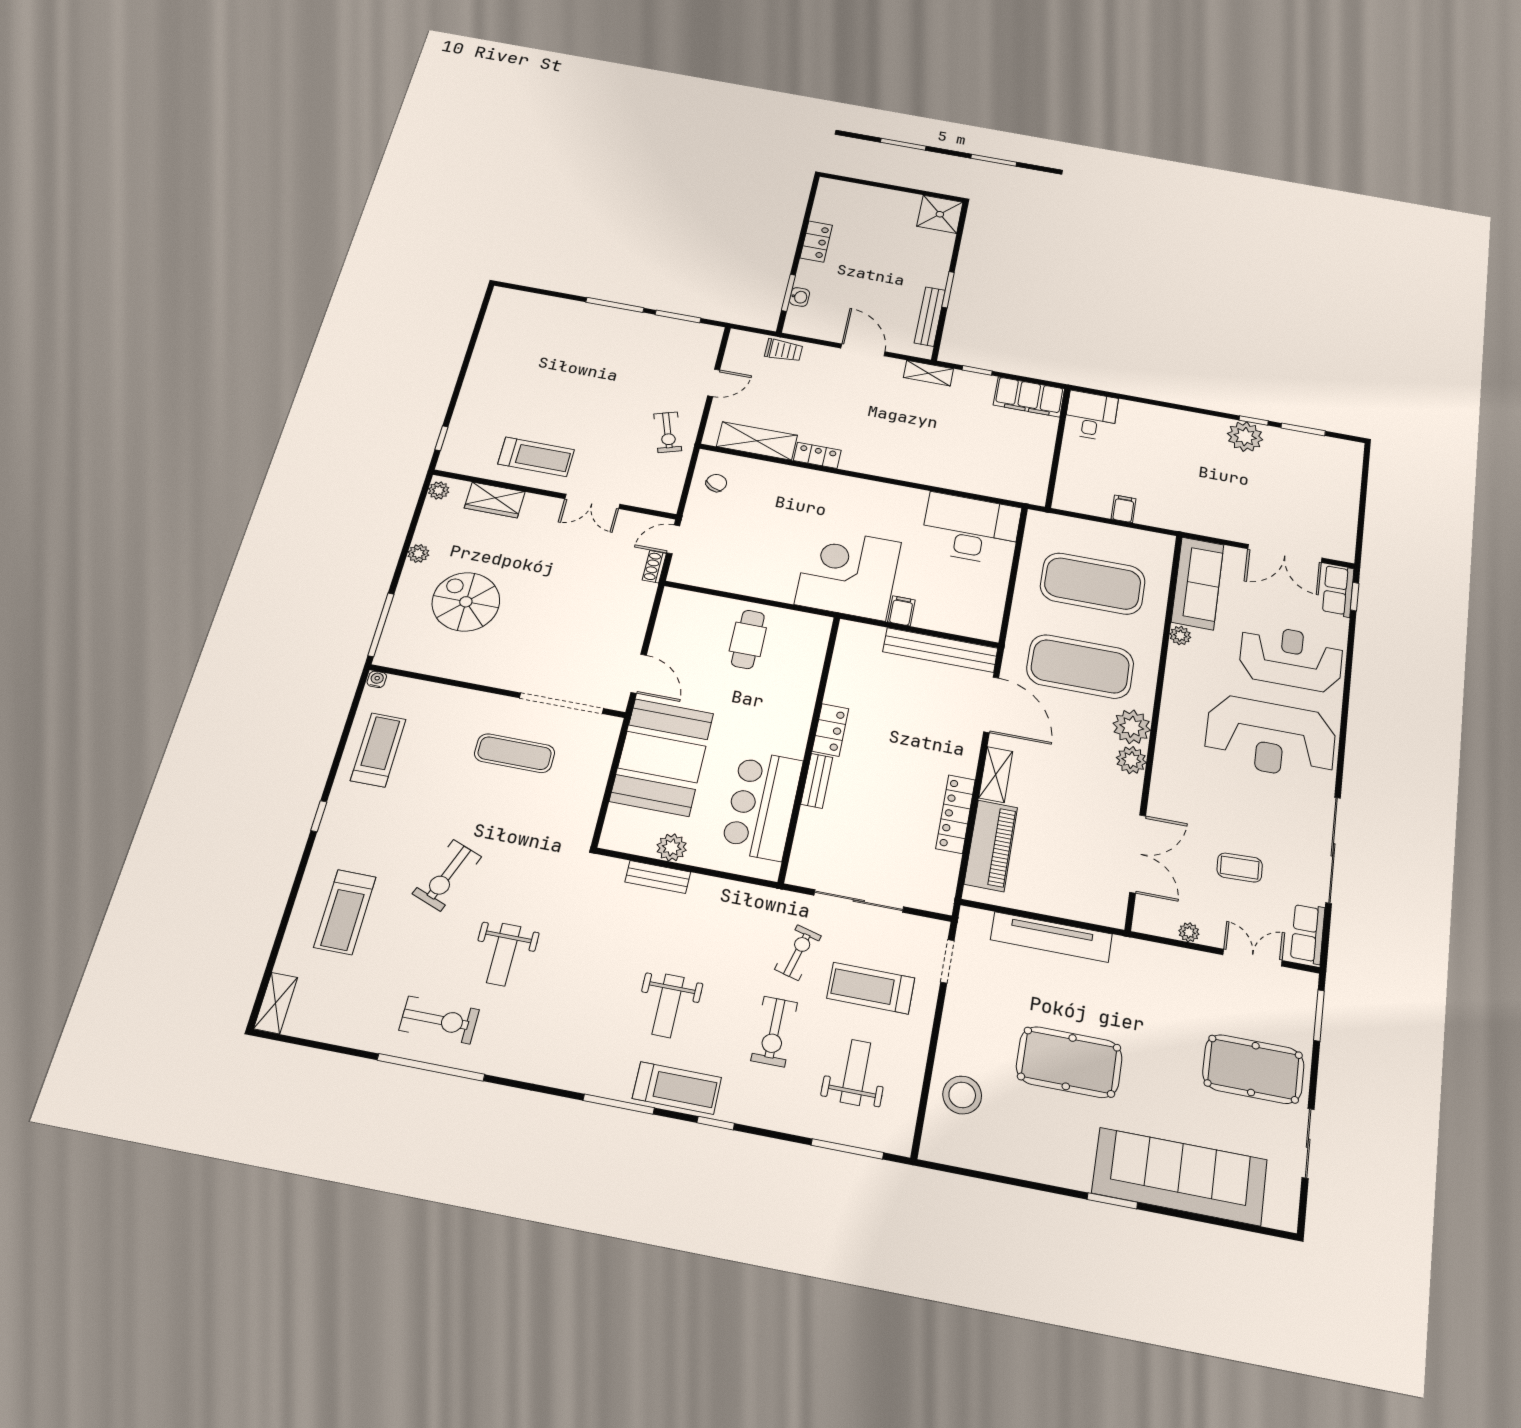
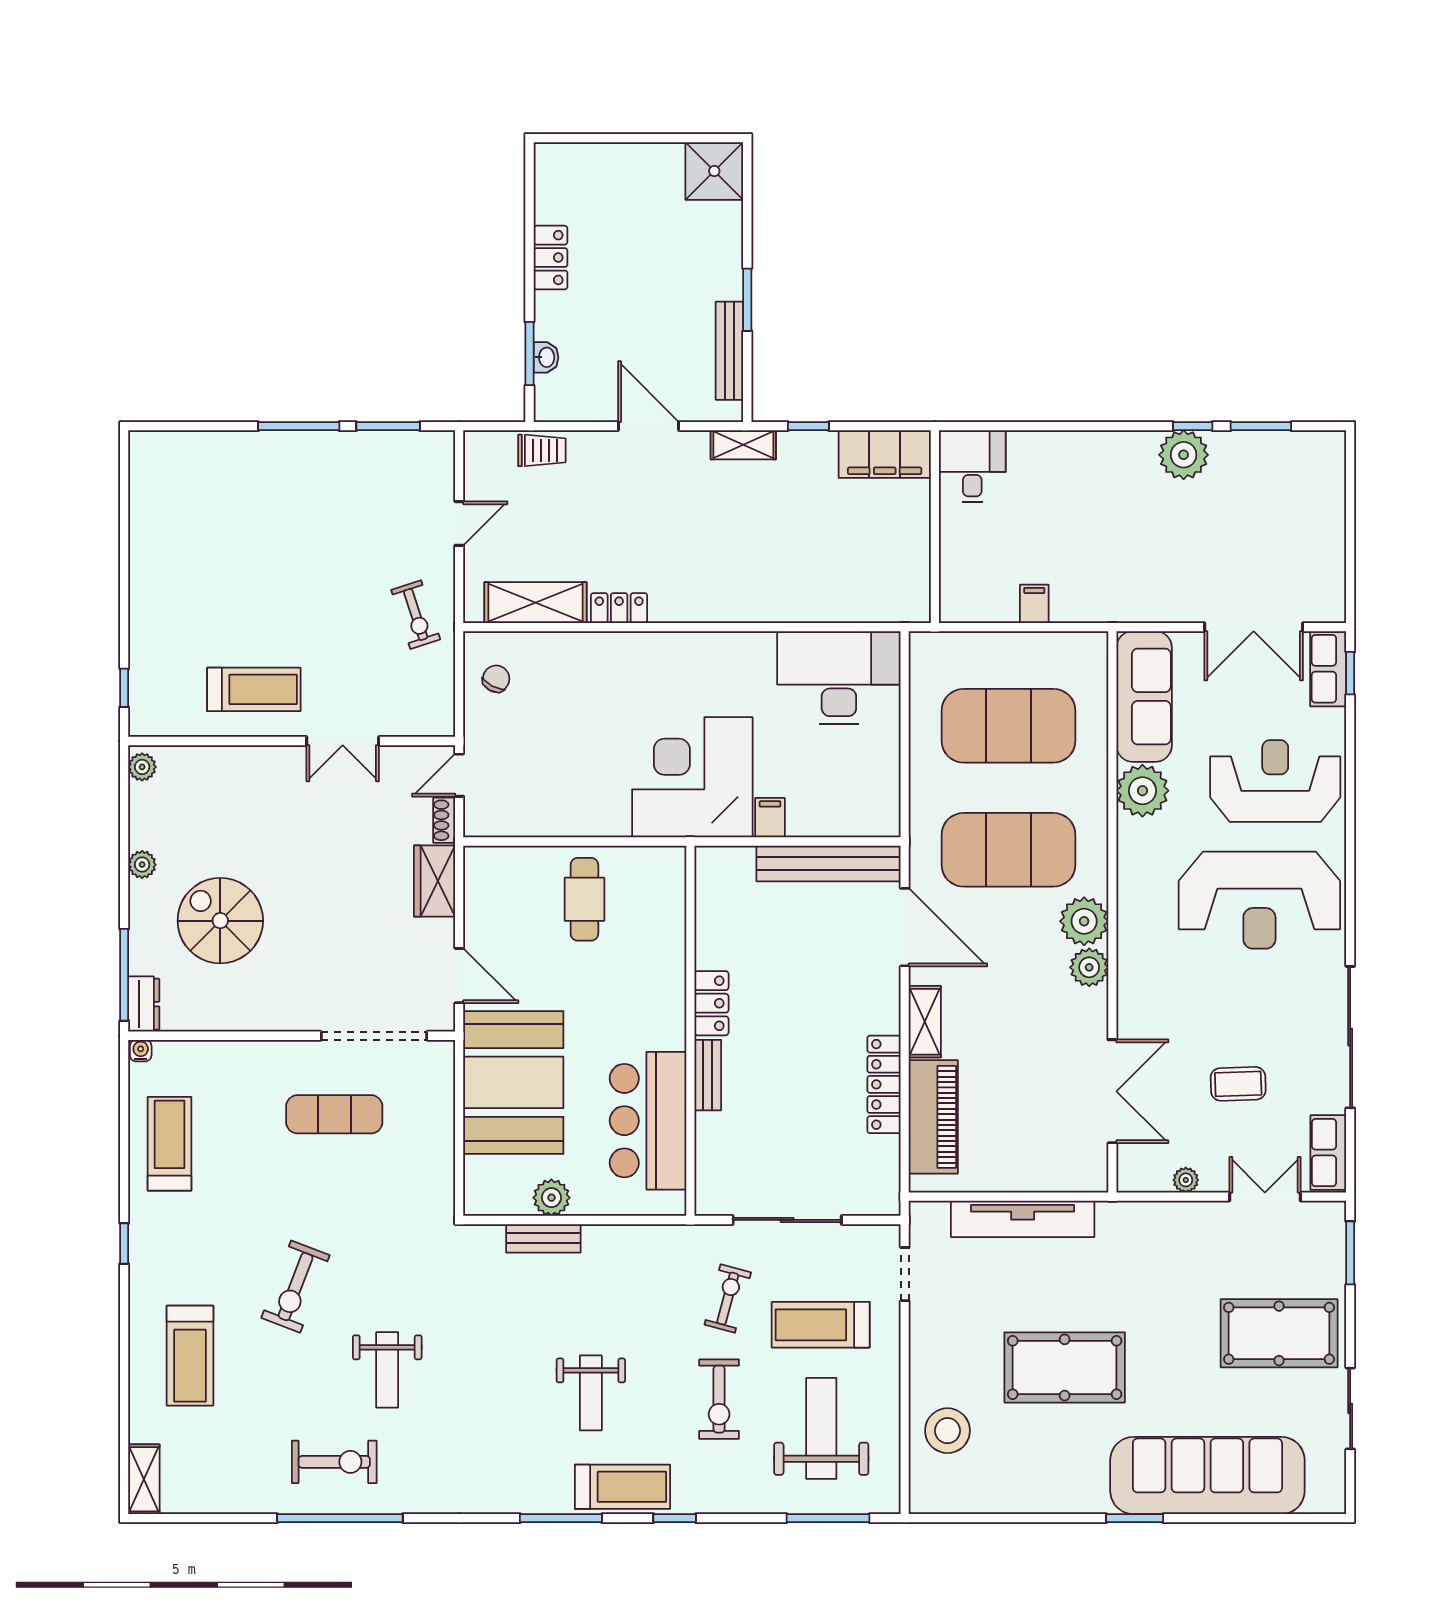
wardrobe: (495, 500) -> (435, 881), moved, turned 90
plant: (1180, 636) -> (1142, 791), width x1.87, depth x1.87
dresser: (390, 648) -> (144, 1004), added
weight bench: (856, 1072) -> (821, 1428), width x1.36, depth x1.33

